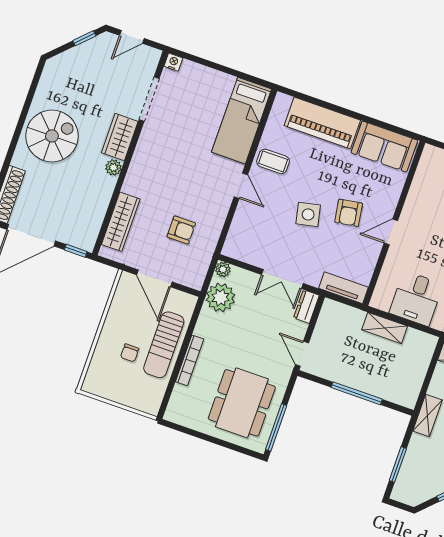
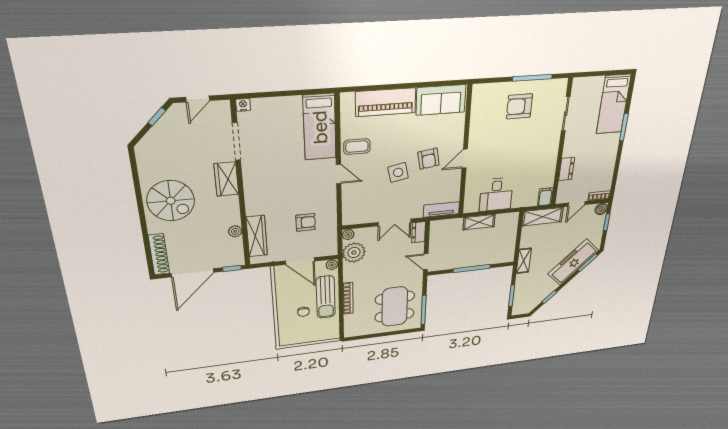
spiral stairs: (52, 136) -> (171, 201), turned 90
plant: (113, 167) -> (235, 231), moved
plant: (189, 302) -> (332, 265), added

